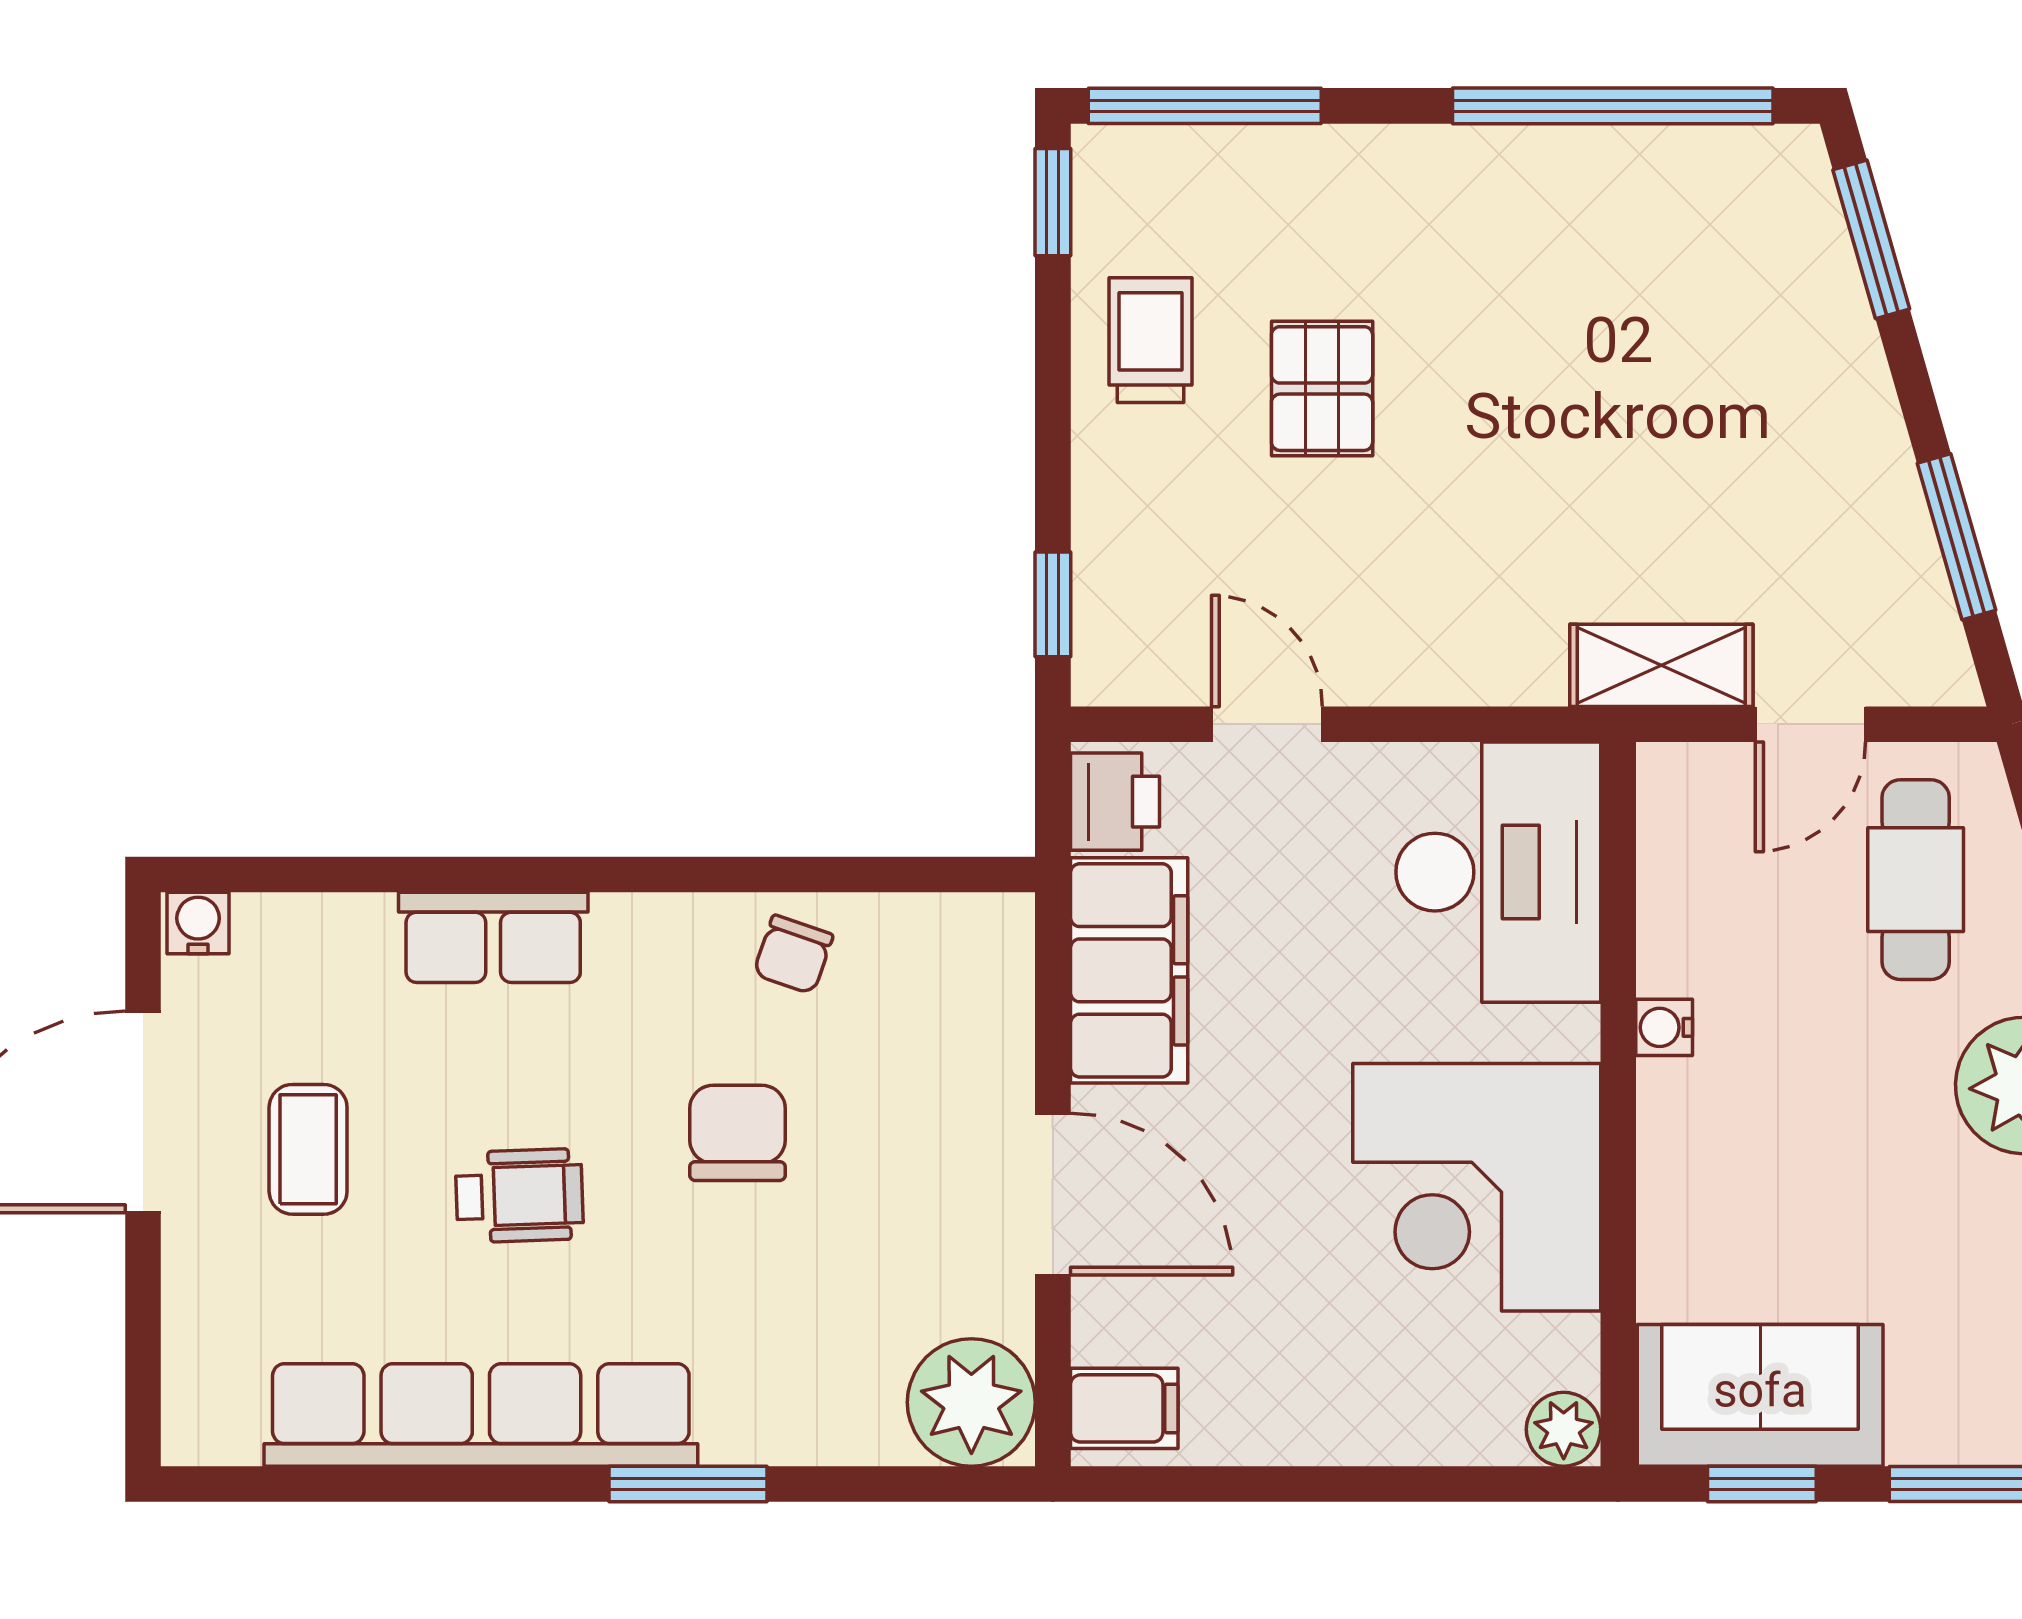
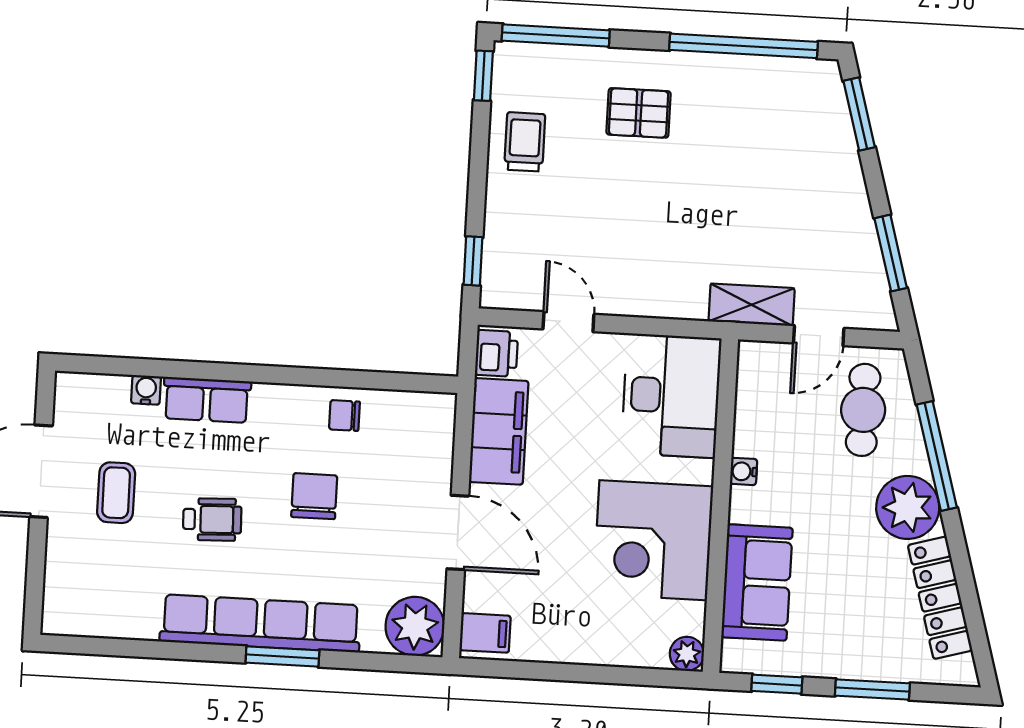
pallet: (1322, 389) -> (639, 113), moved, turned 90
water cooler: (198, 923) -> (146, 390), moved
chair: (793, 955) -> (344, 415), turned 71
sofa: (1760, 1395) -> (757, 582), moved, turned 90
row of seats: (481, 1415) -> (260, 623), moved

